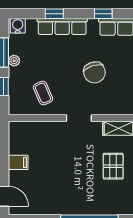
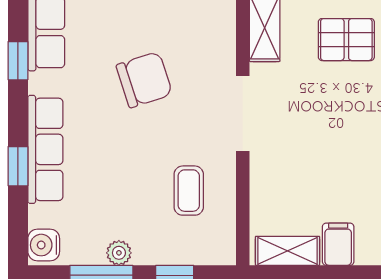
coffee table: (43, 93) -> (189, 191), turned -66
doorway: (79, 118) -> (243, 113), width x1.38
shelving: (15, 139) -> (288, 251), added

